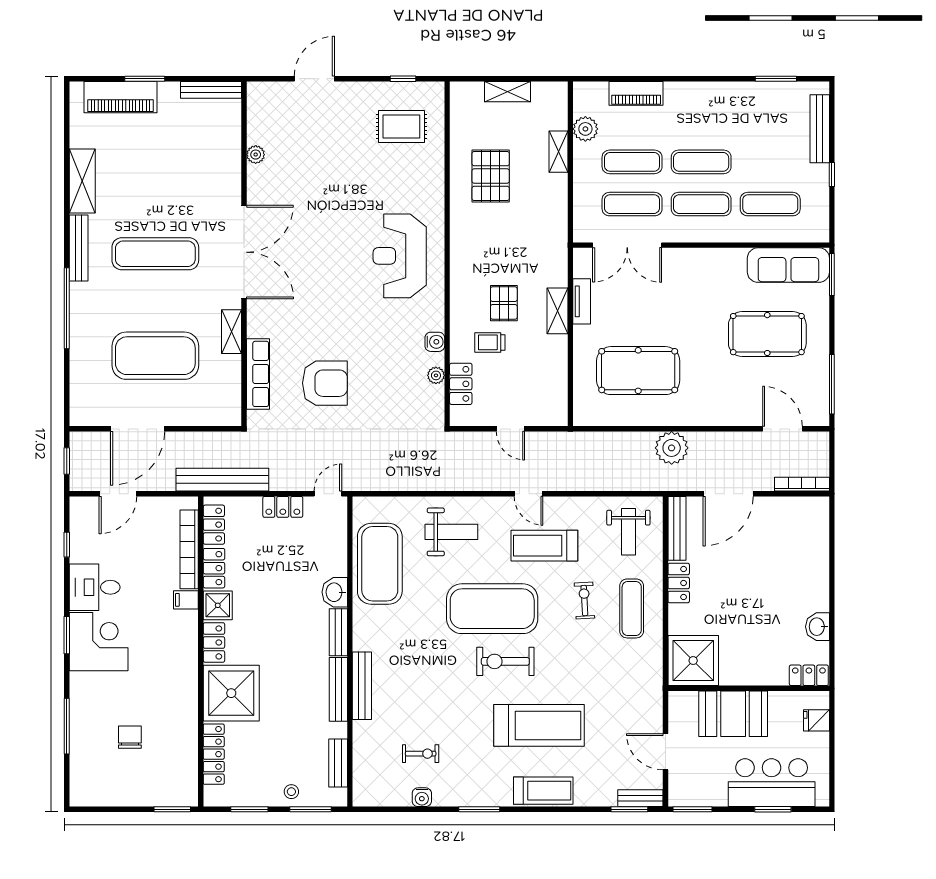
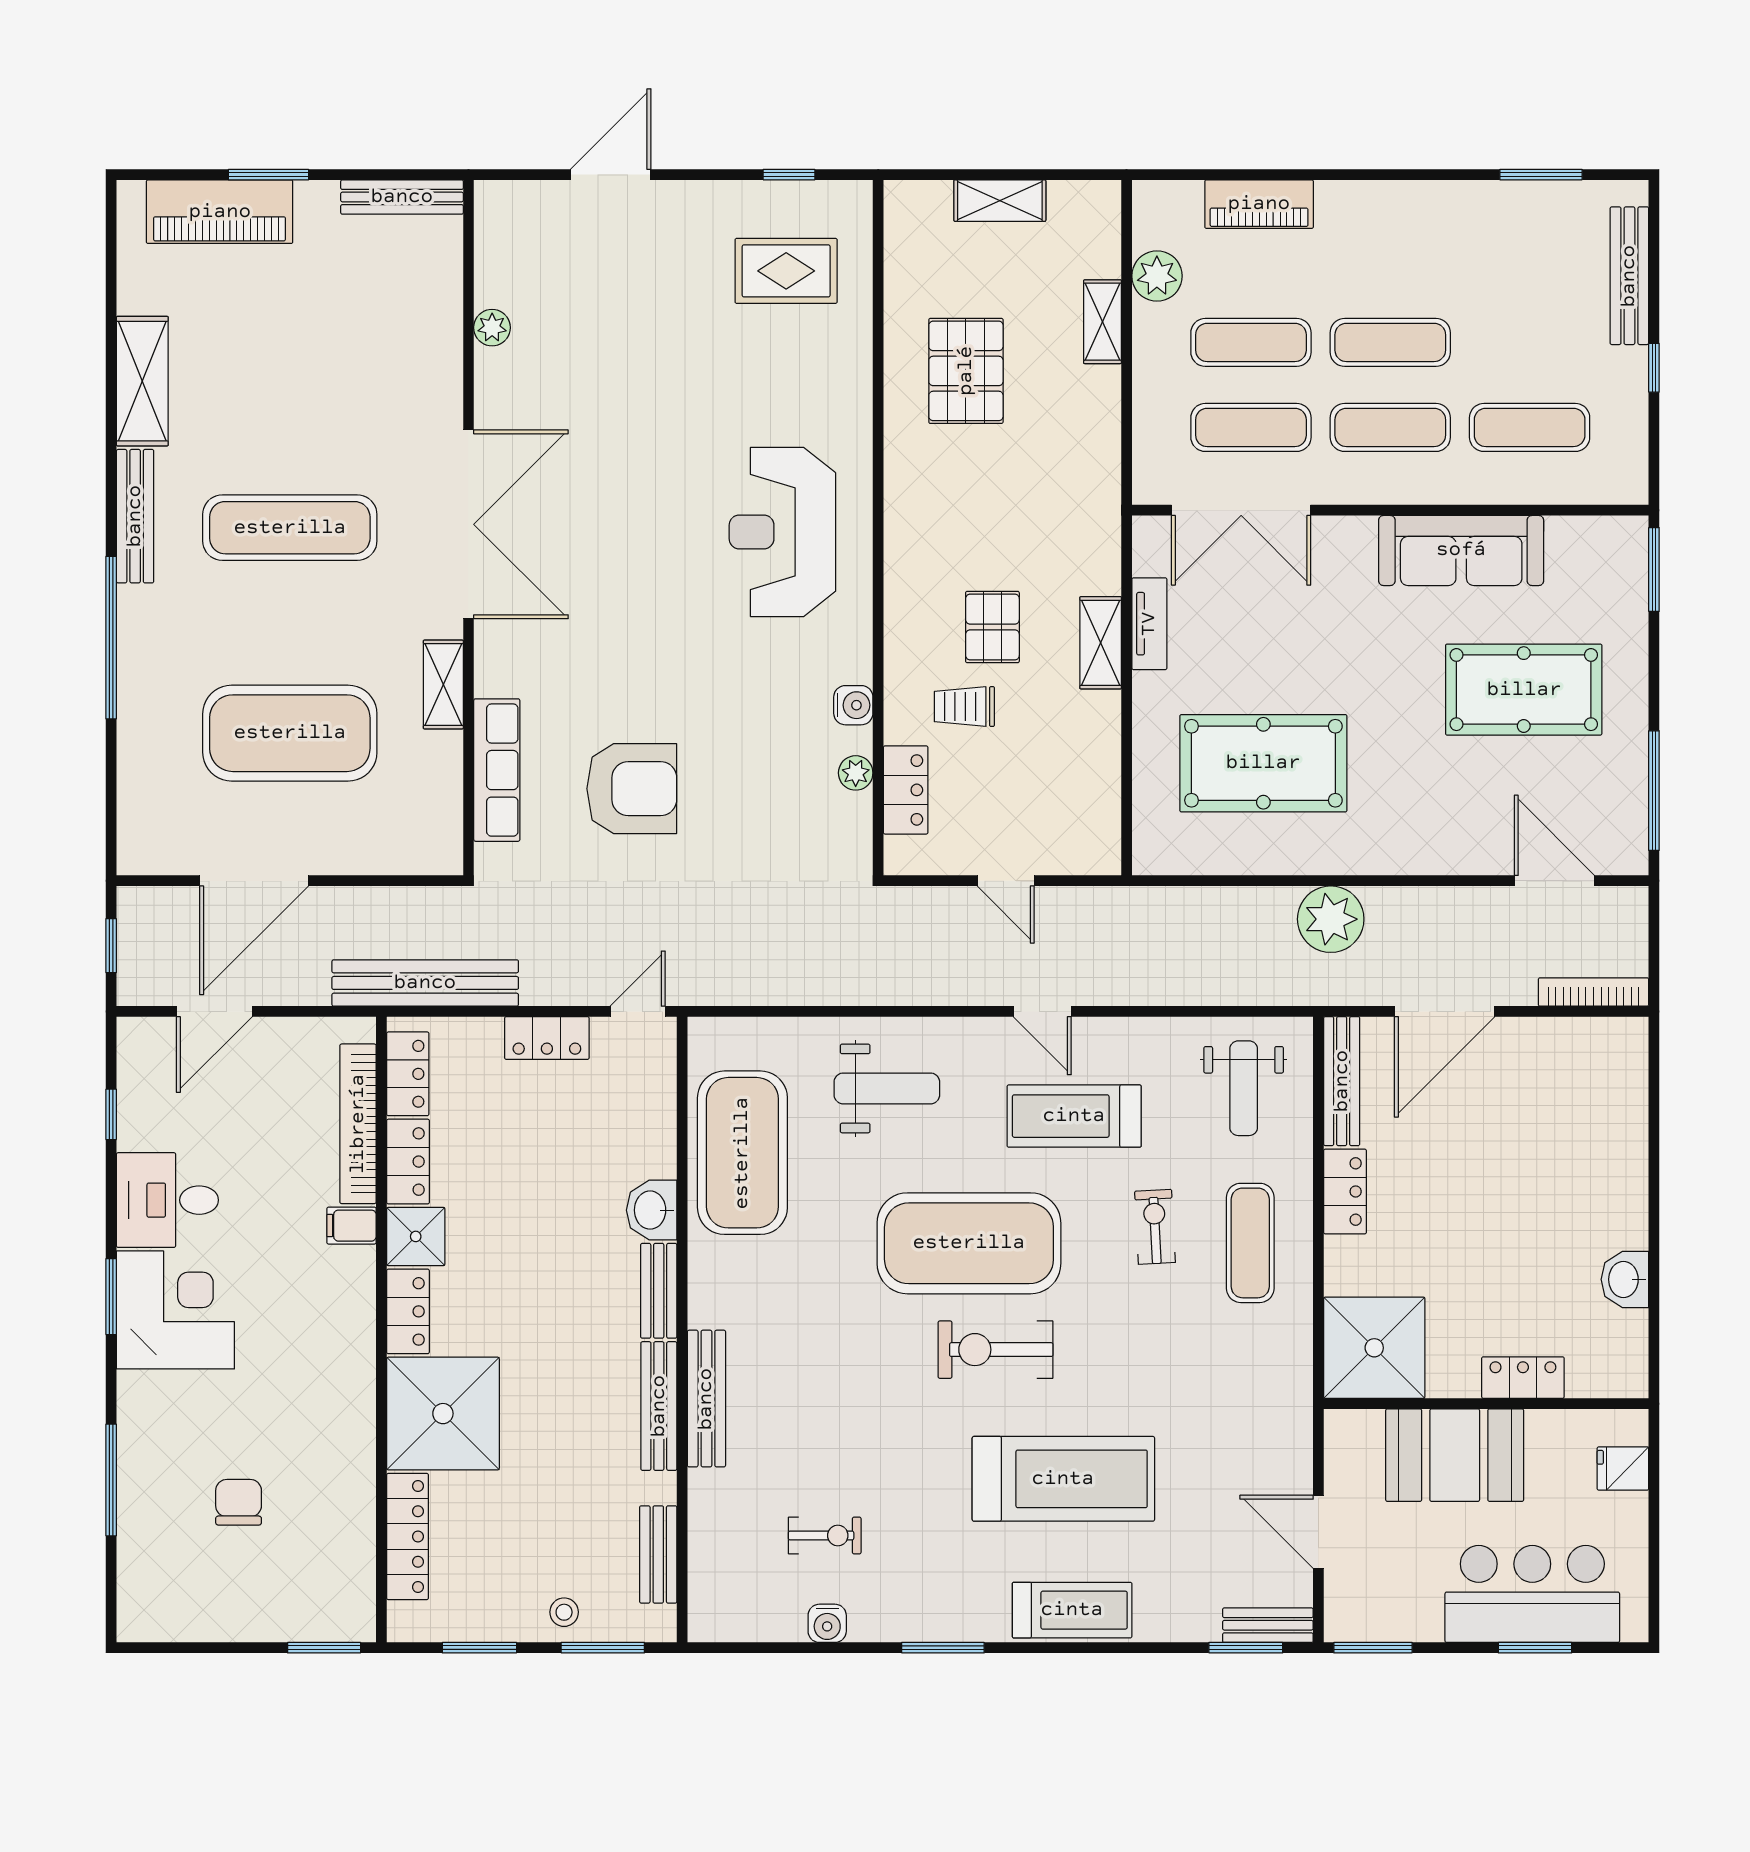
sofa: (788, 265) -> (1461, 550), moved
locker: (809, 675) -> (1523, 1378), moved

